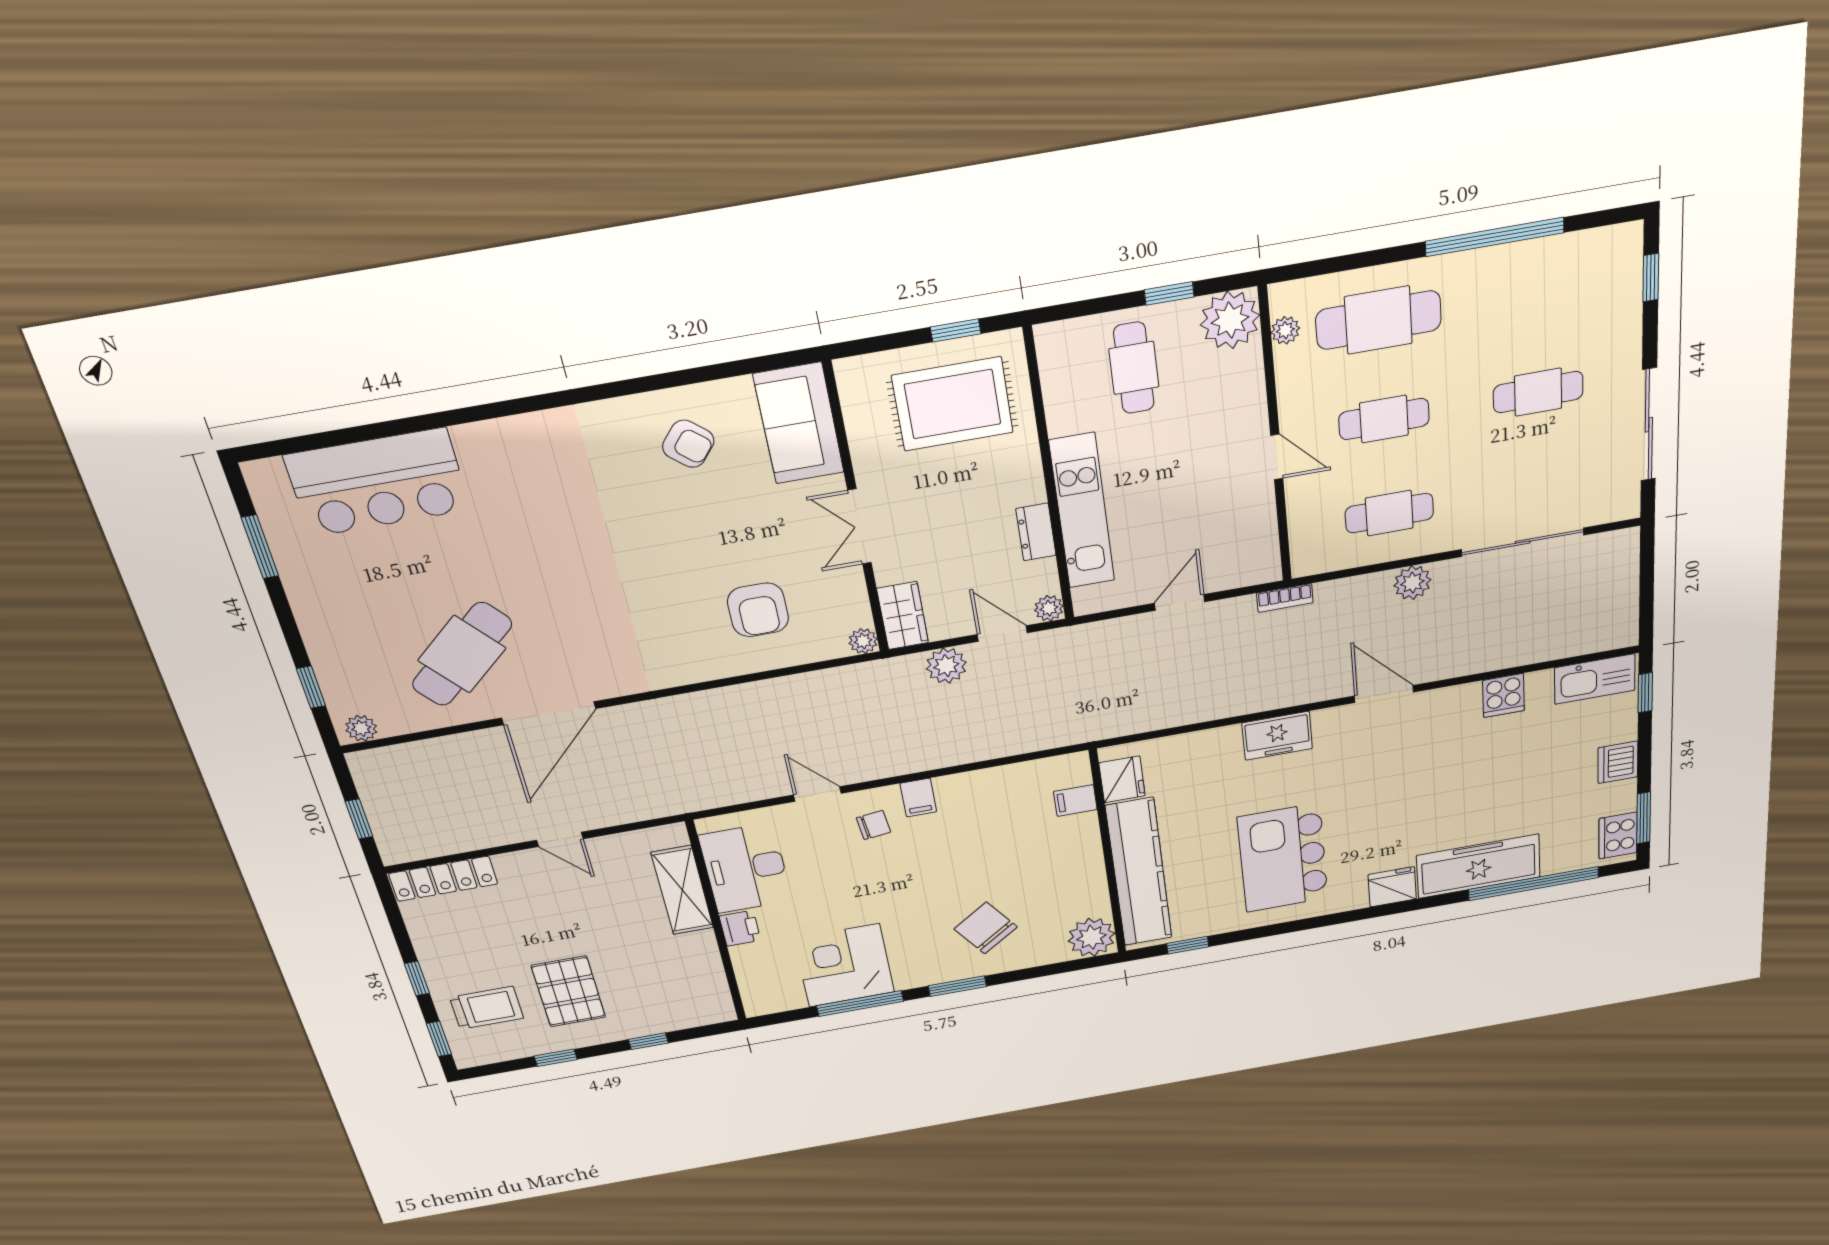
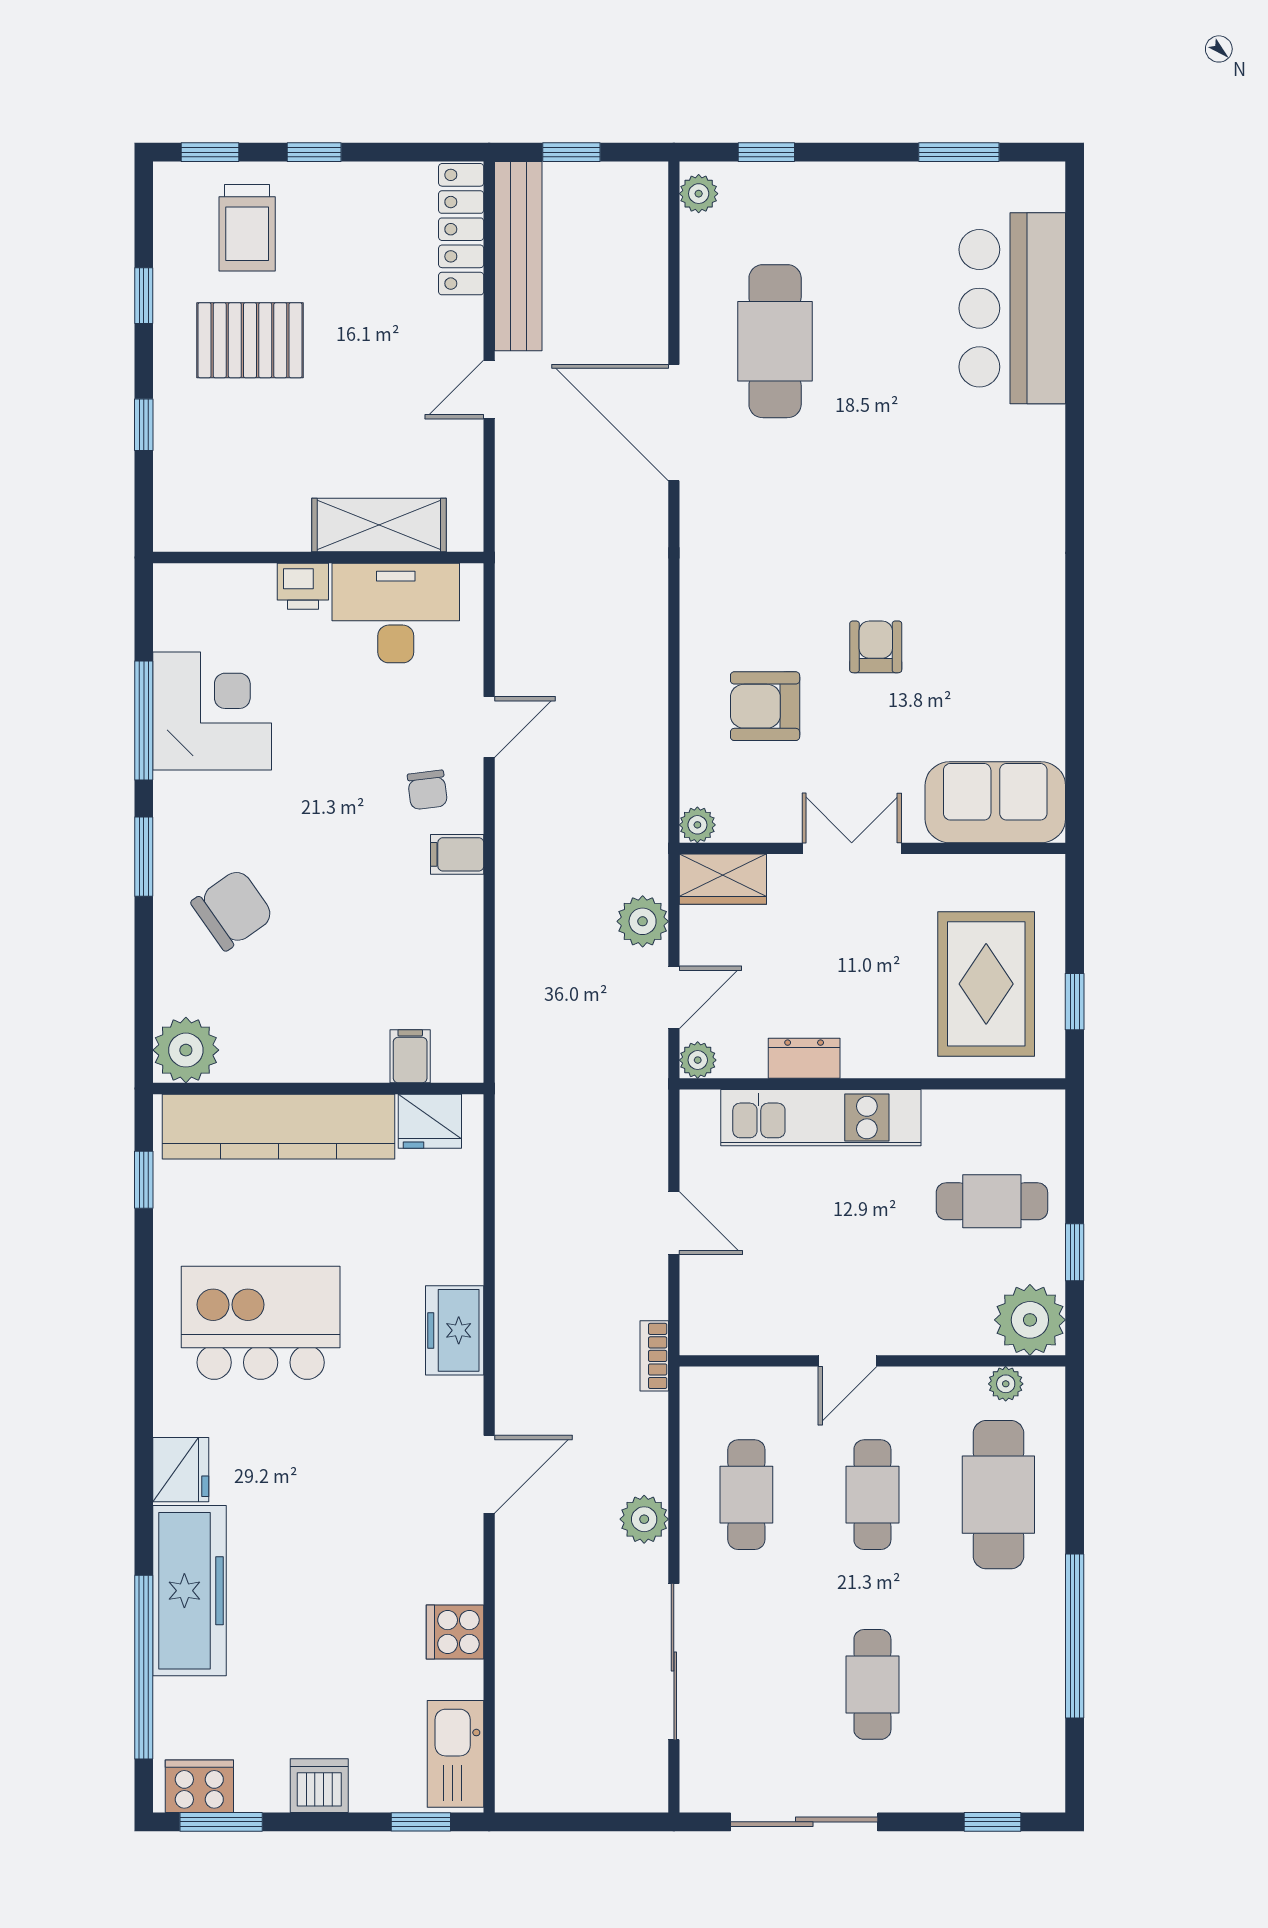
armchair: (688, 444) -> (876, 647), moved, turned 140
cafe table: (462, 654) -> (775, 341), turned 41
bench: (452, 839) -> (518, 256), added

